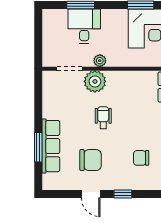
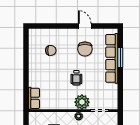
row of seats: (51, 146) -> (112, 58), width x1.36
chair: (91, 160) -> (85, 49), turned -90
window: (123, 194) -> (63, 26), removed

